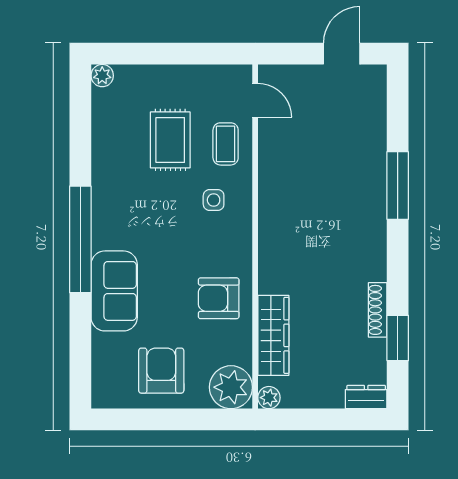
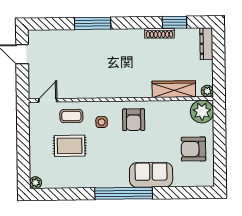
armchair: (219, 298) -> (134, 120), moved
dresser: (366, 397) -> (206, 44), width x1.44

